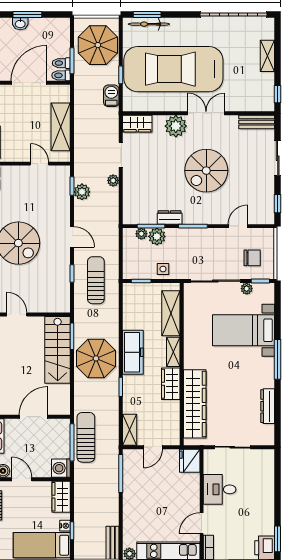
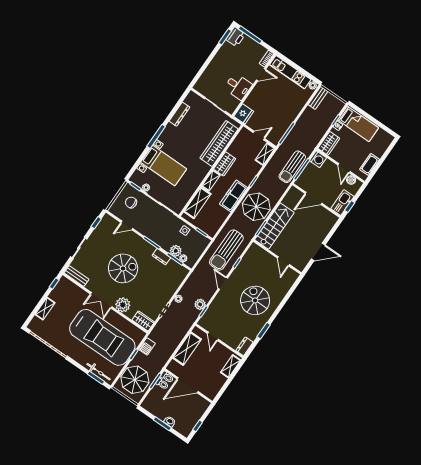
sun lounger: (96, 280) -> (226, 250), width x1.36, depth x1.34

